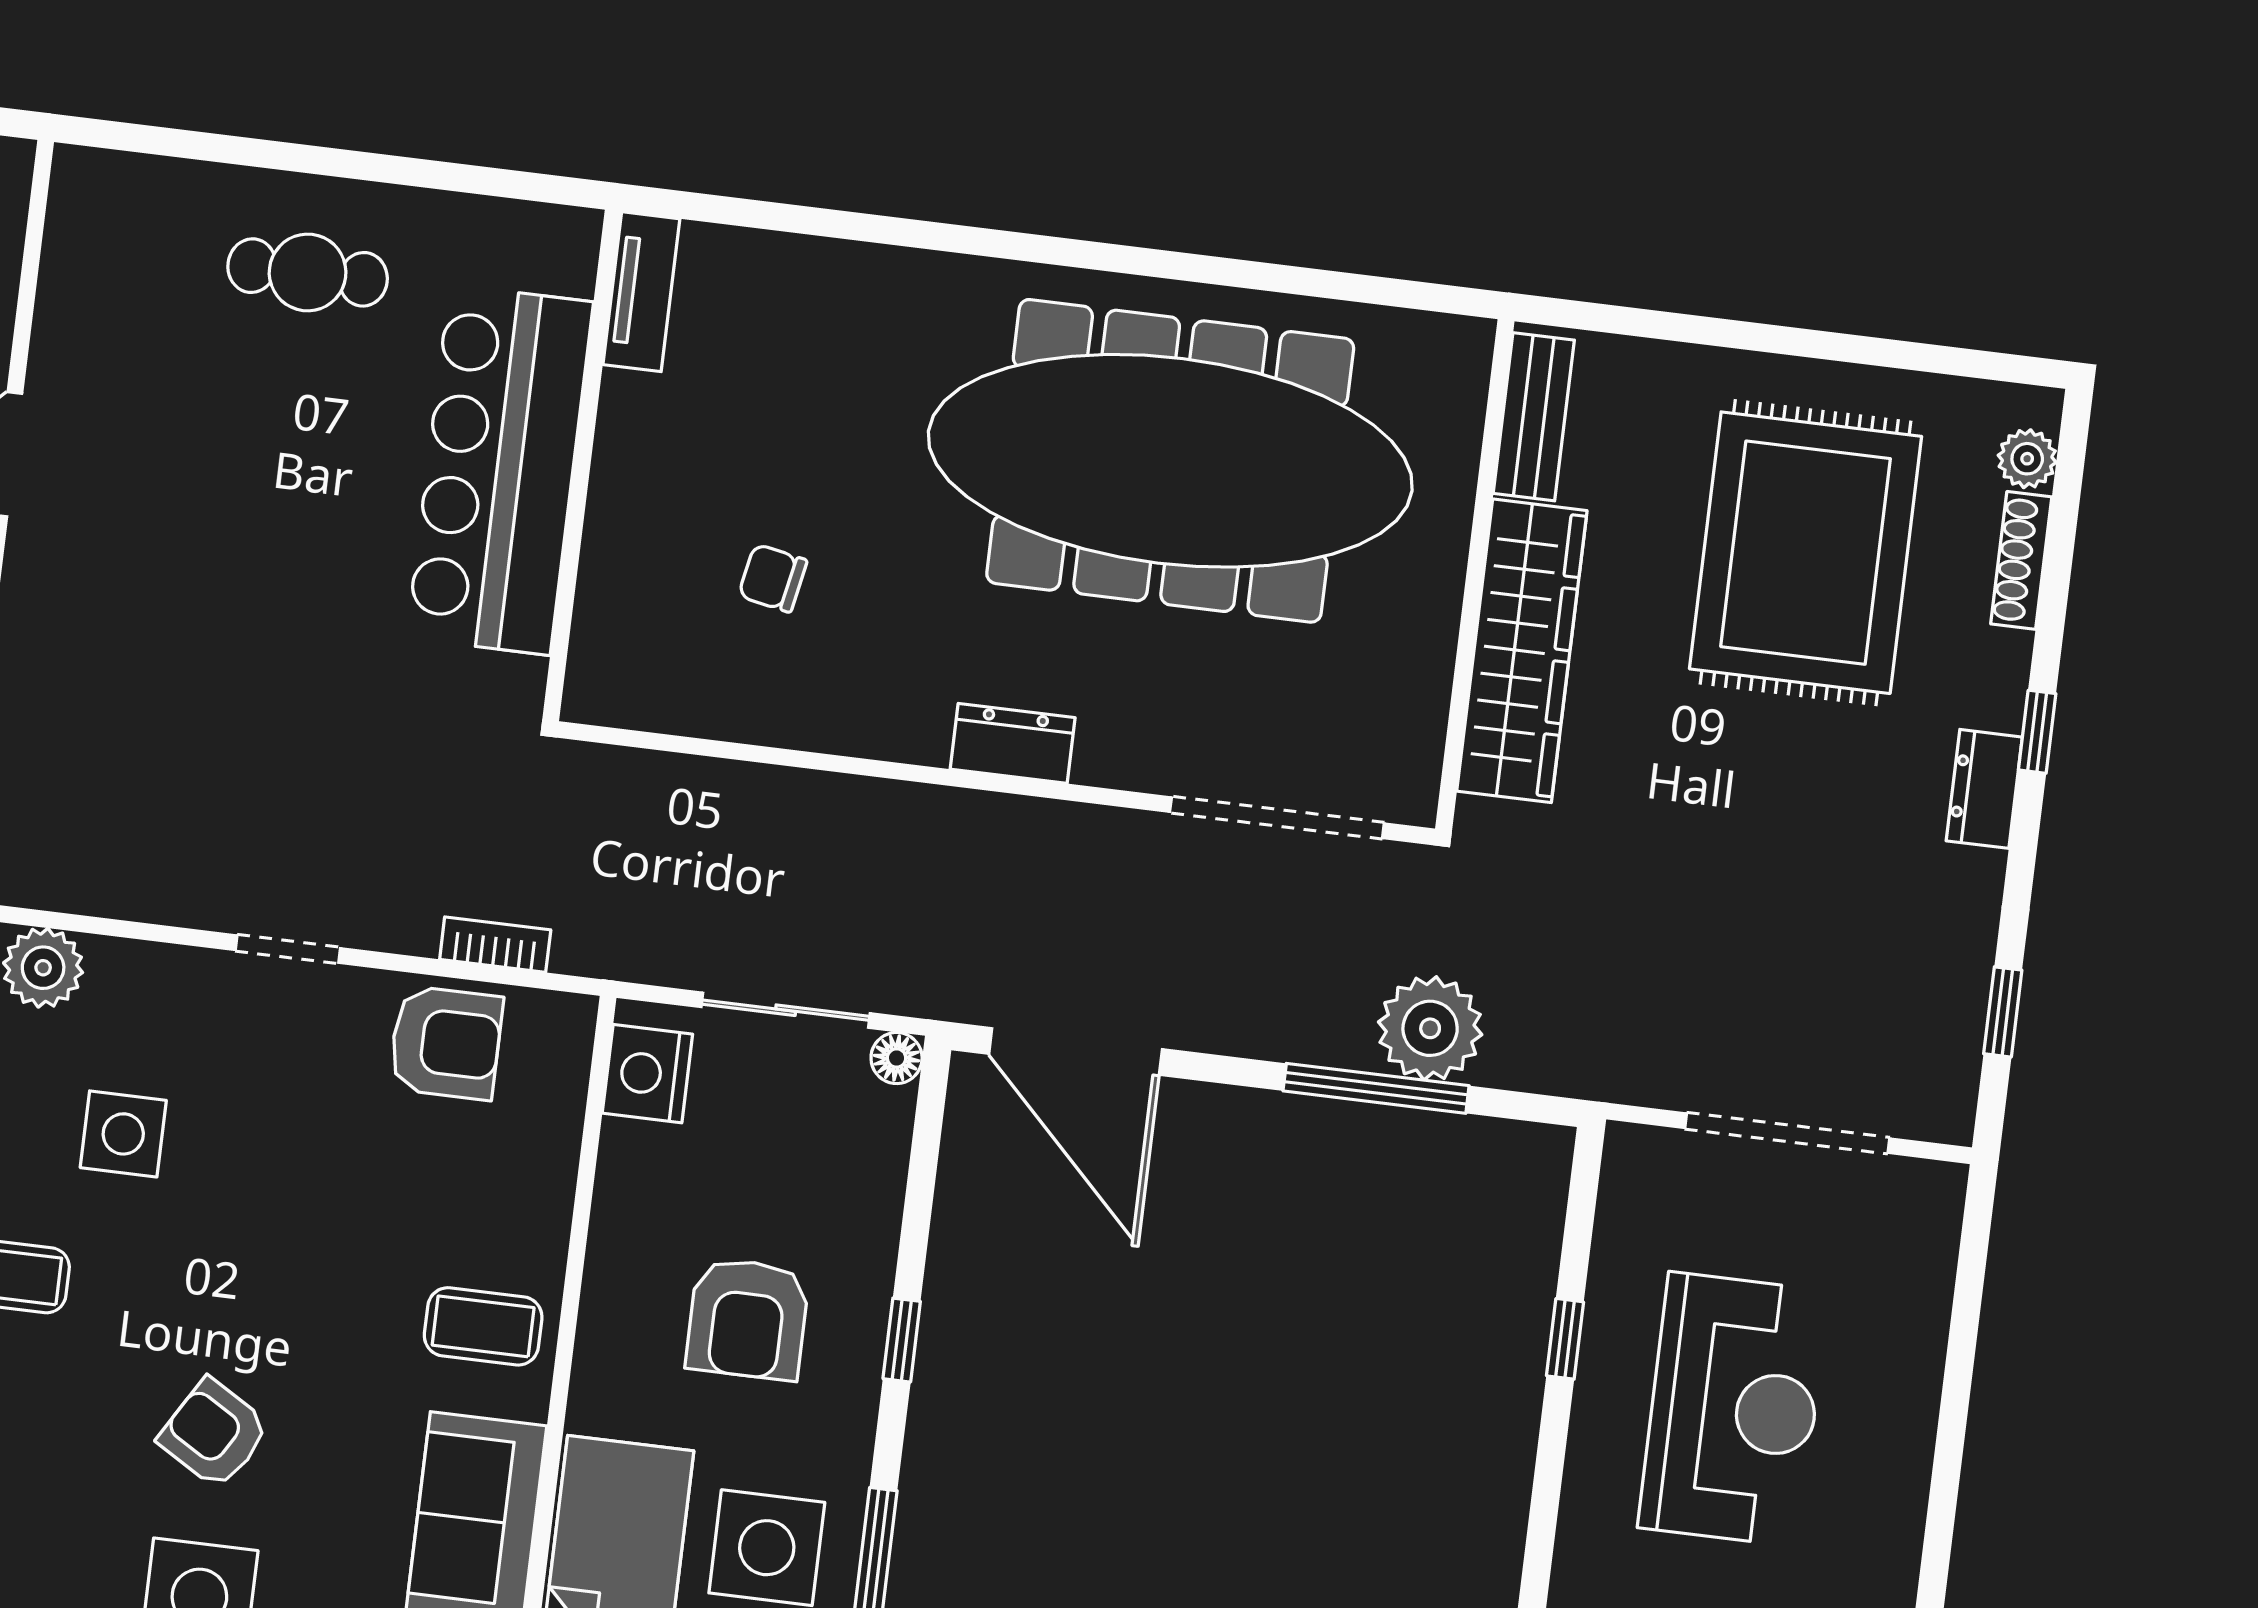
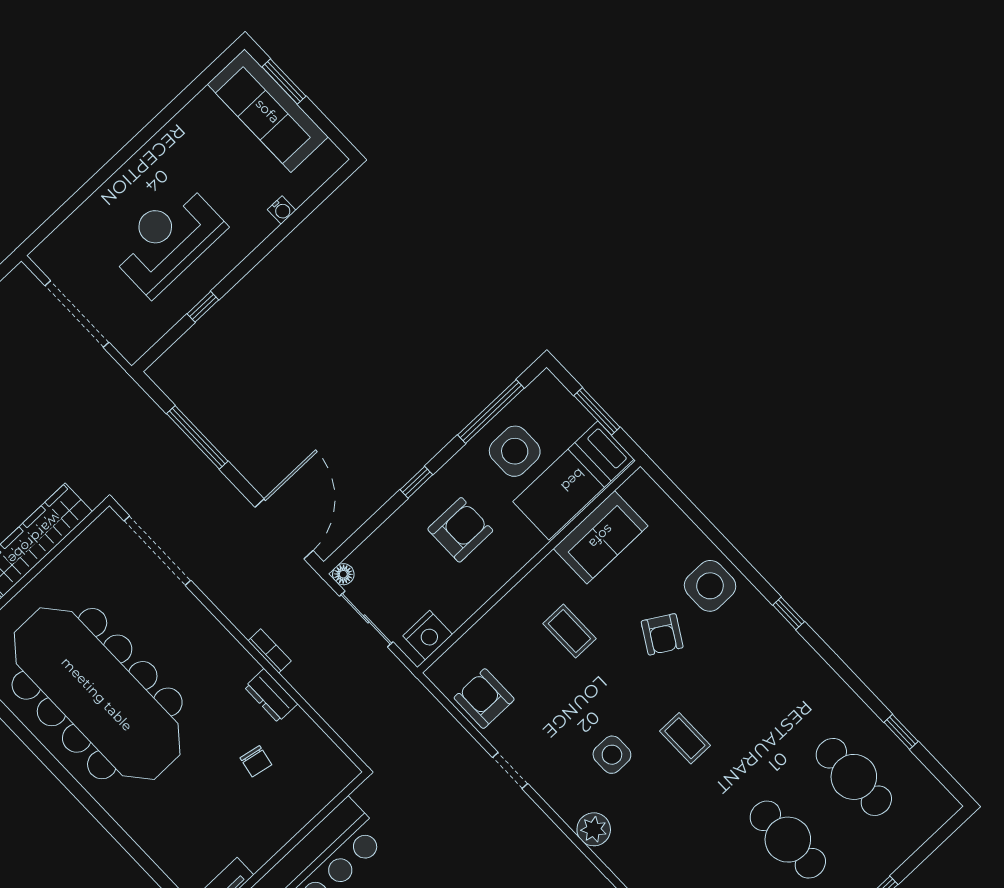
dresser: (1013, 743) -> (271, 696), moved
bookcase: (495, 945) -> (270, 651), moved, turned 180
plant: (1430, 1028) -> (164, 442), removed
coffee table: (483, 1326) -> (569, 631), moved

